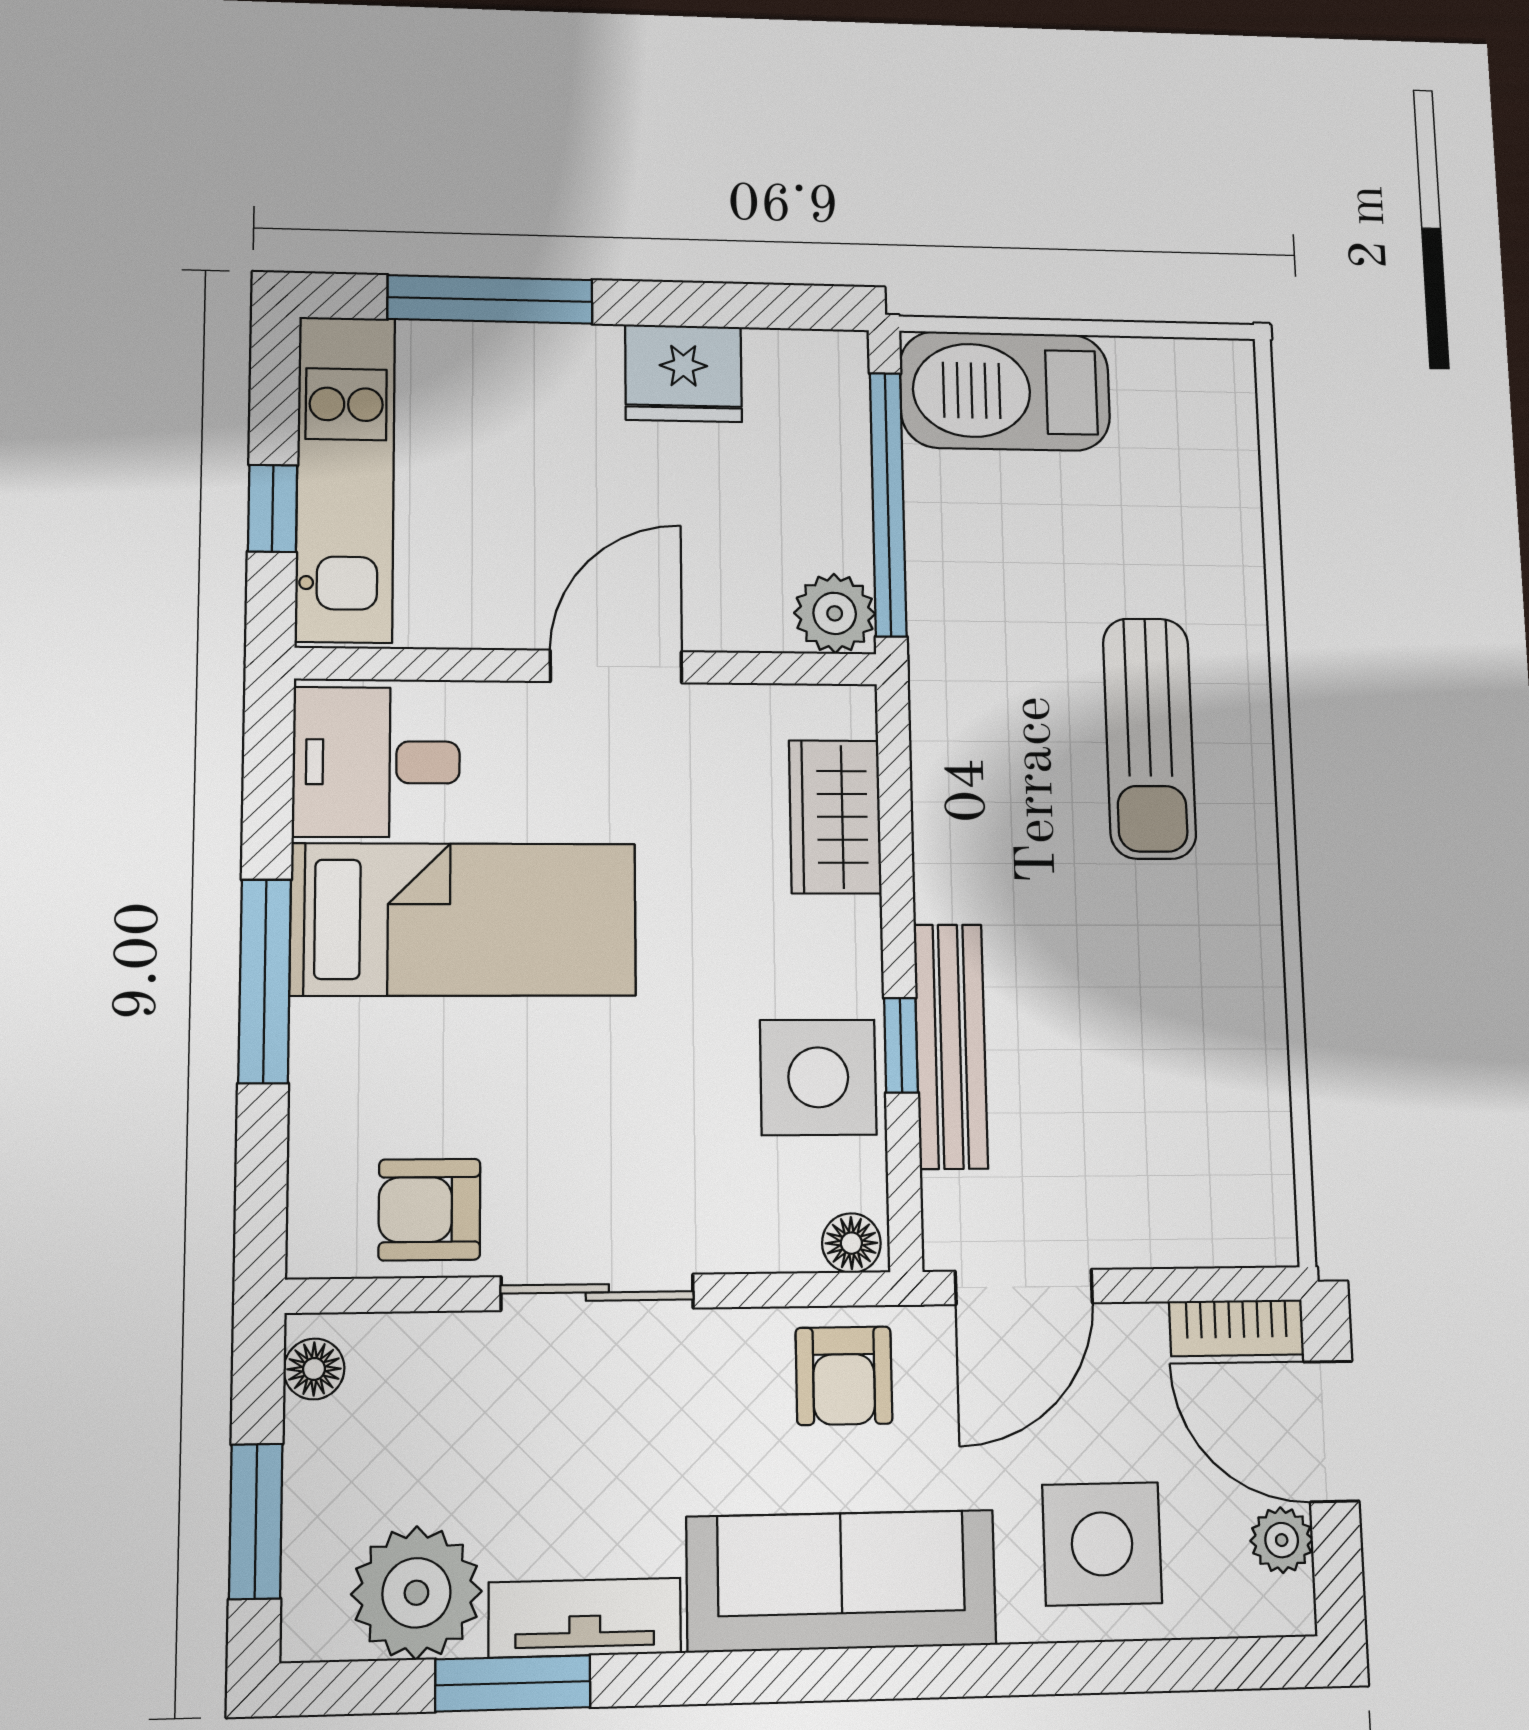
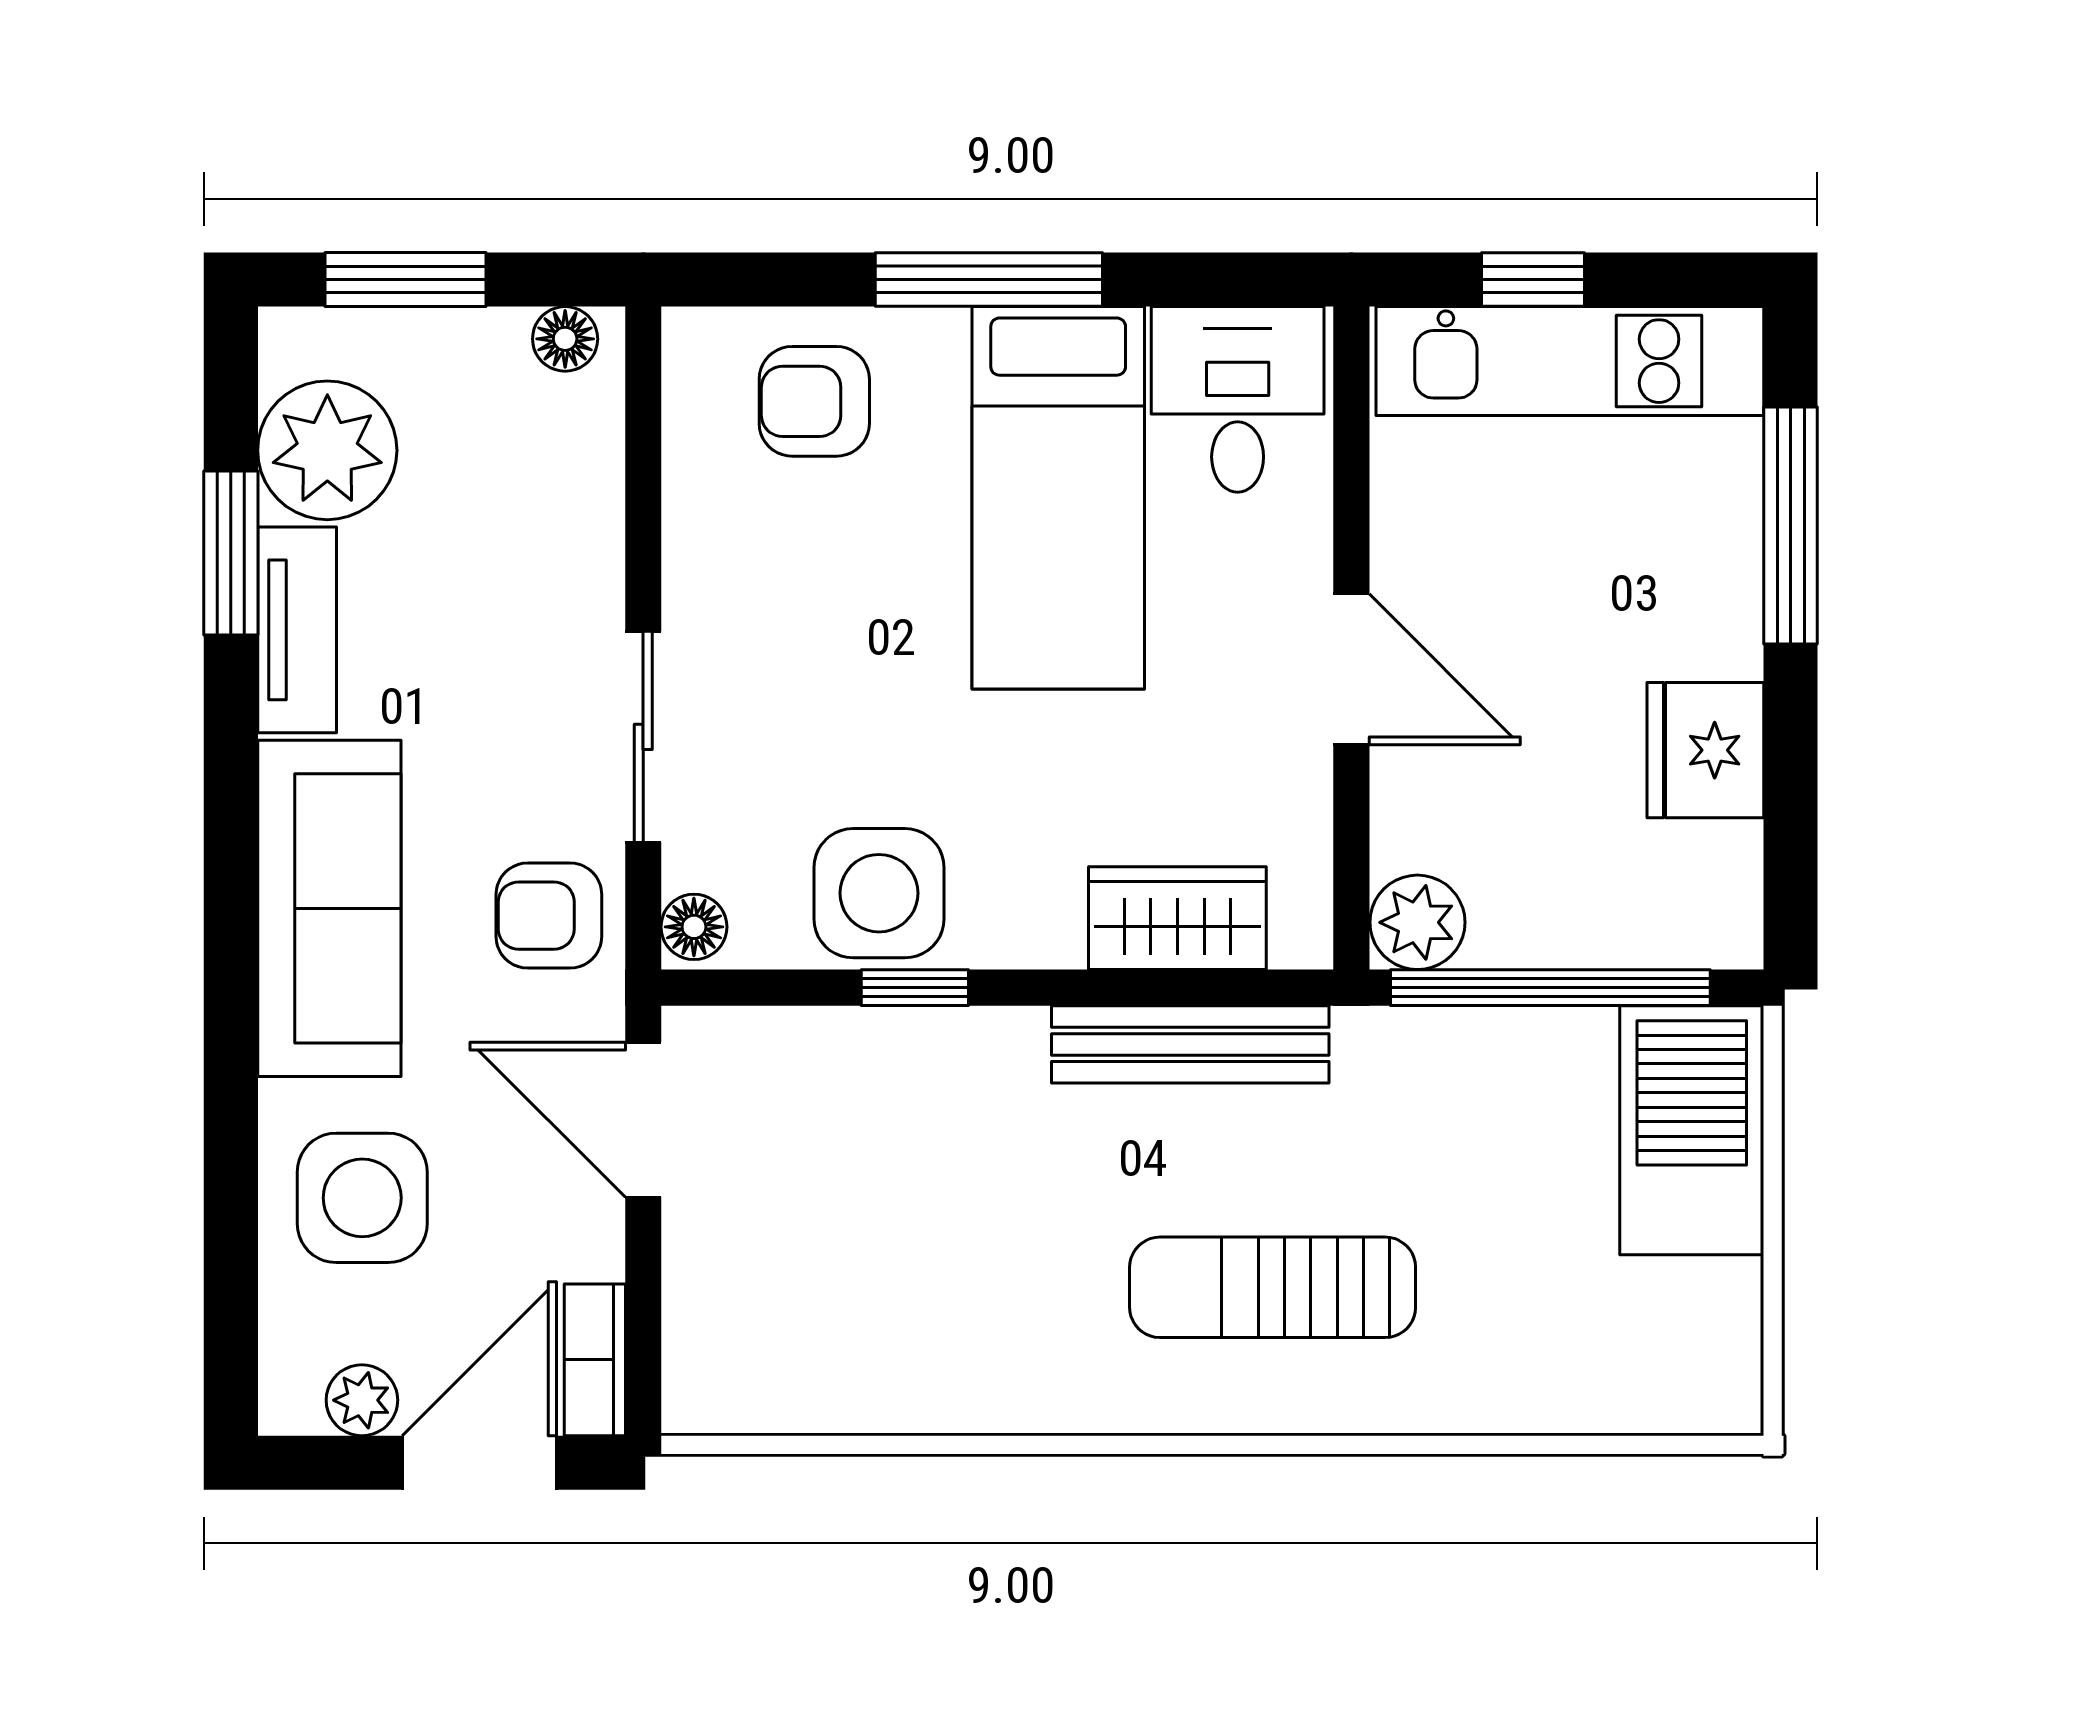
bench: (951, 1046) -> (1190, 1044), moved
armchair: (429, 1210) -> (814, 401), moved, turned -90
sliding door: (597, 1292) -> (643, 737), moved

